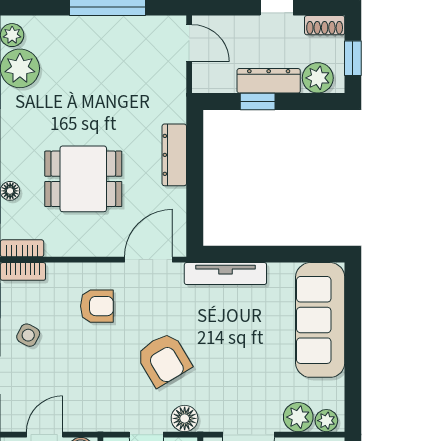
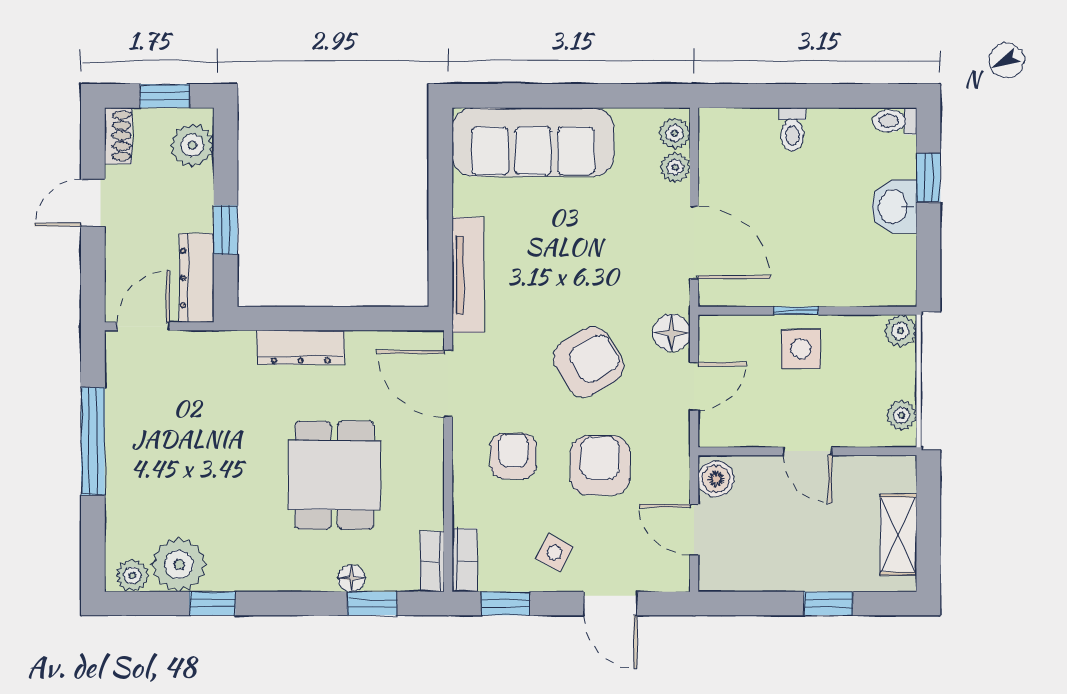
dresser: (269, 81) -> (196, 278), moved
armchair: (90, 368) -> (600, 465), added
plant: (298, 417) -> (675, 167), width x0.73, depth x0.73

